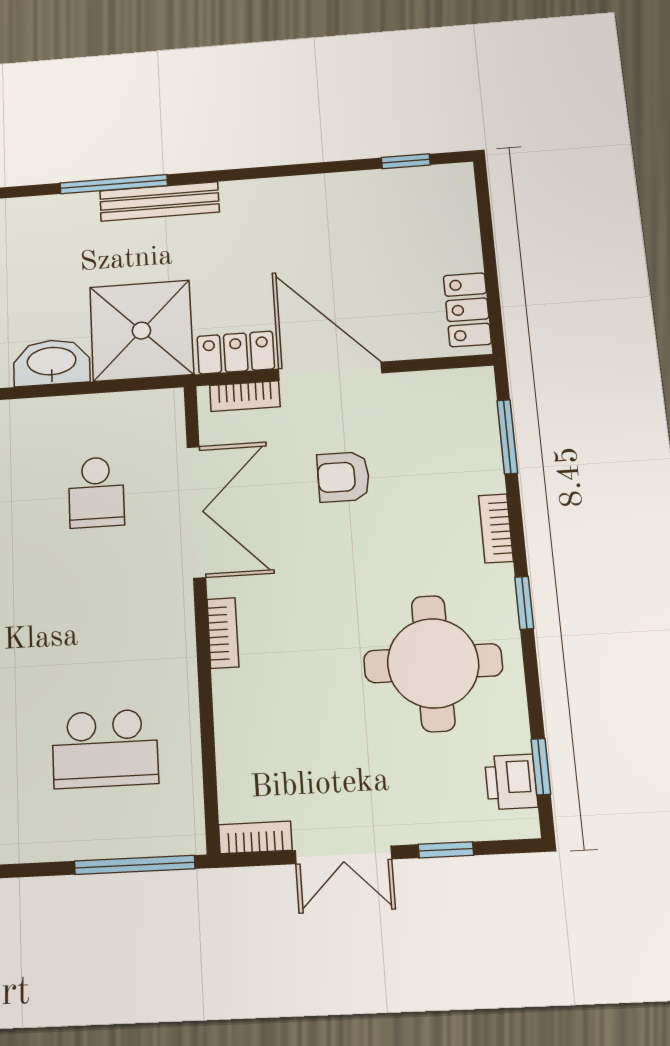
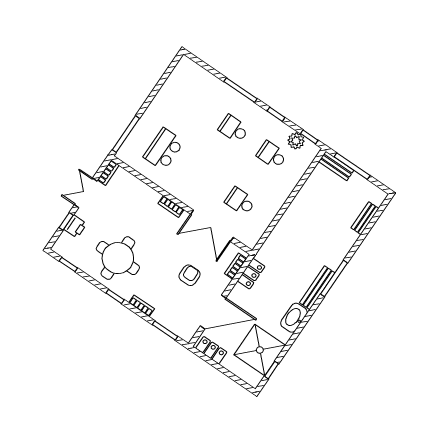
shower: (141, 331) -> (260, 350), moved
washbasin: (52, 362) -> (294, 318), moved, turned 180
door: (330, 371) -> (213, 312), moved
printer: (511, 782) -> (75, 227), moved, turned 90

